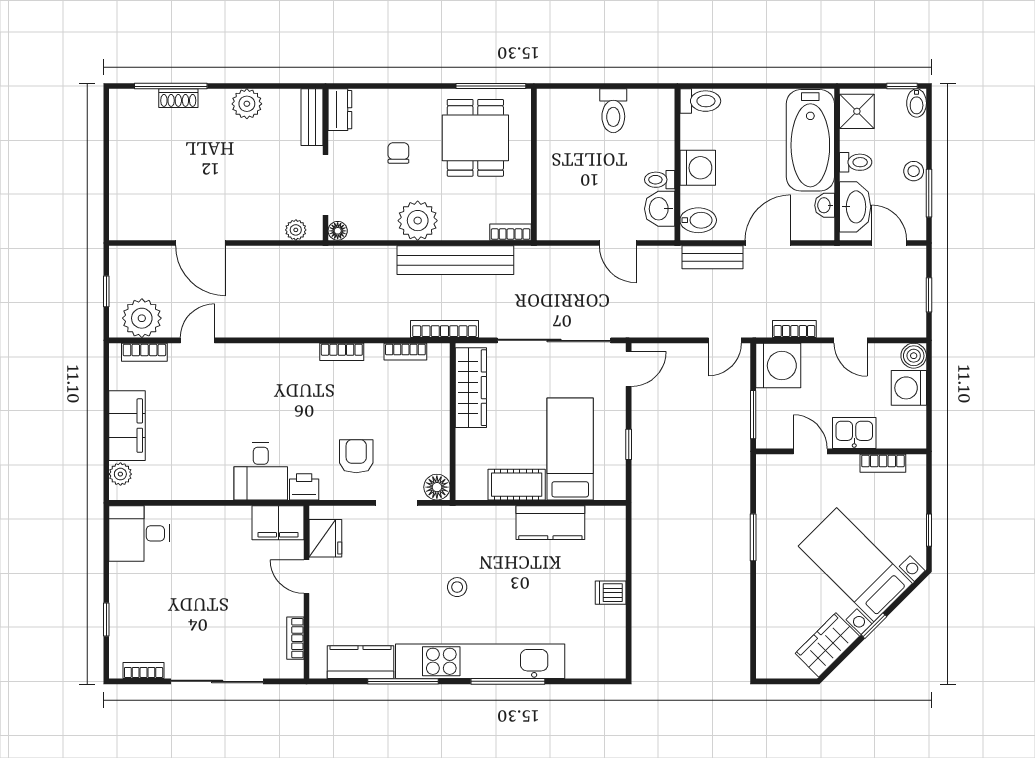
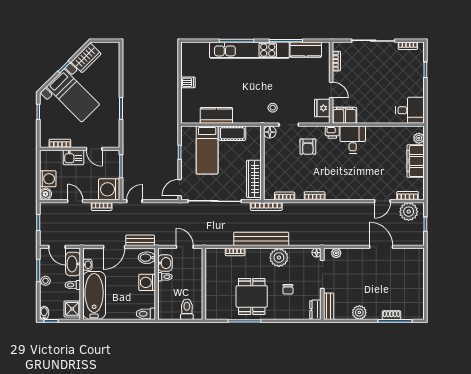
wall: (534, 165) -> (204, 284), moved
stool: (457, 587) -> (273, 108), moved

